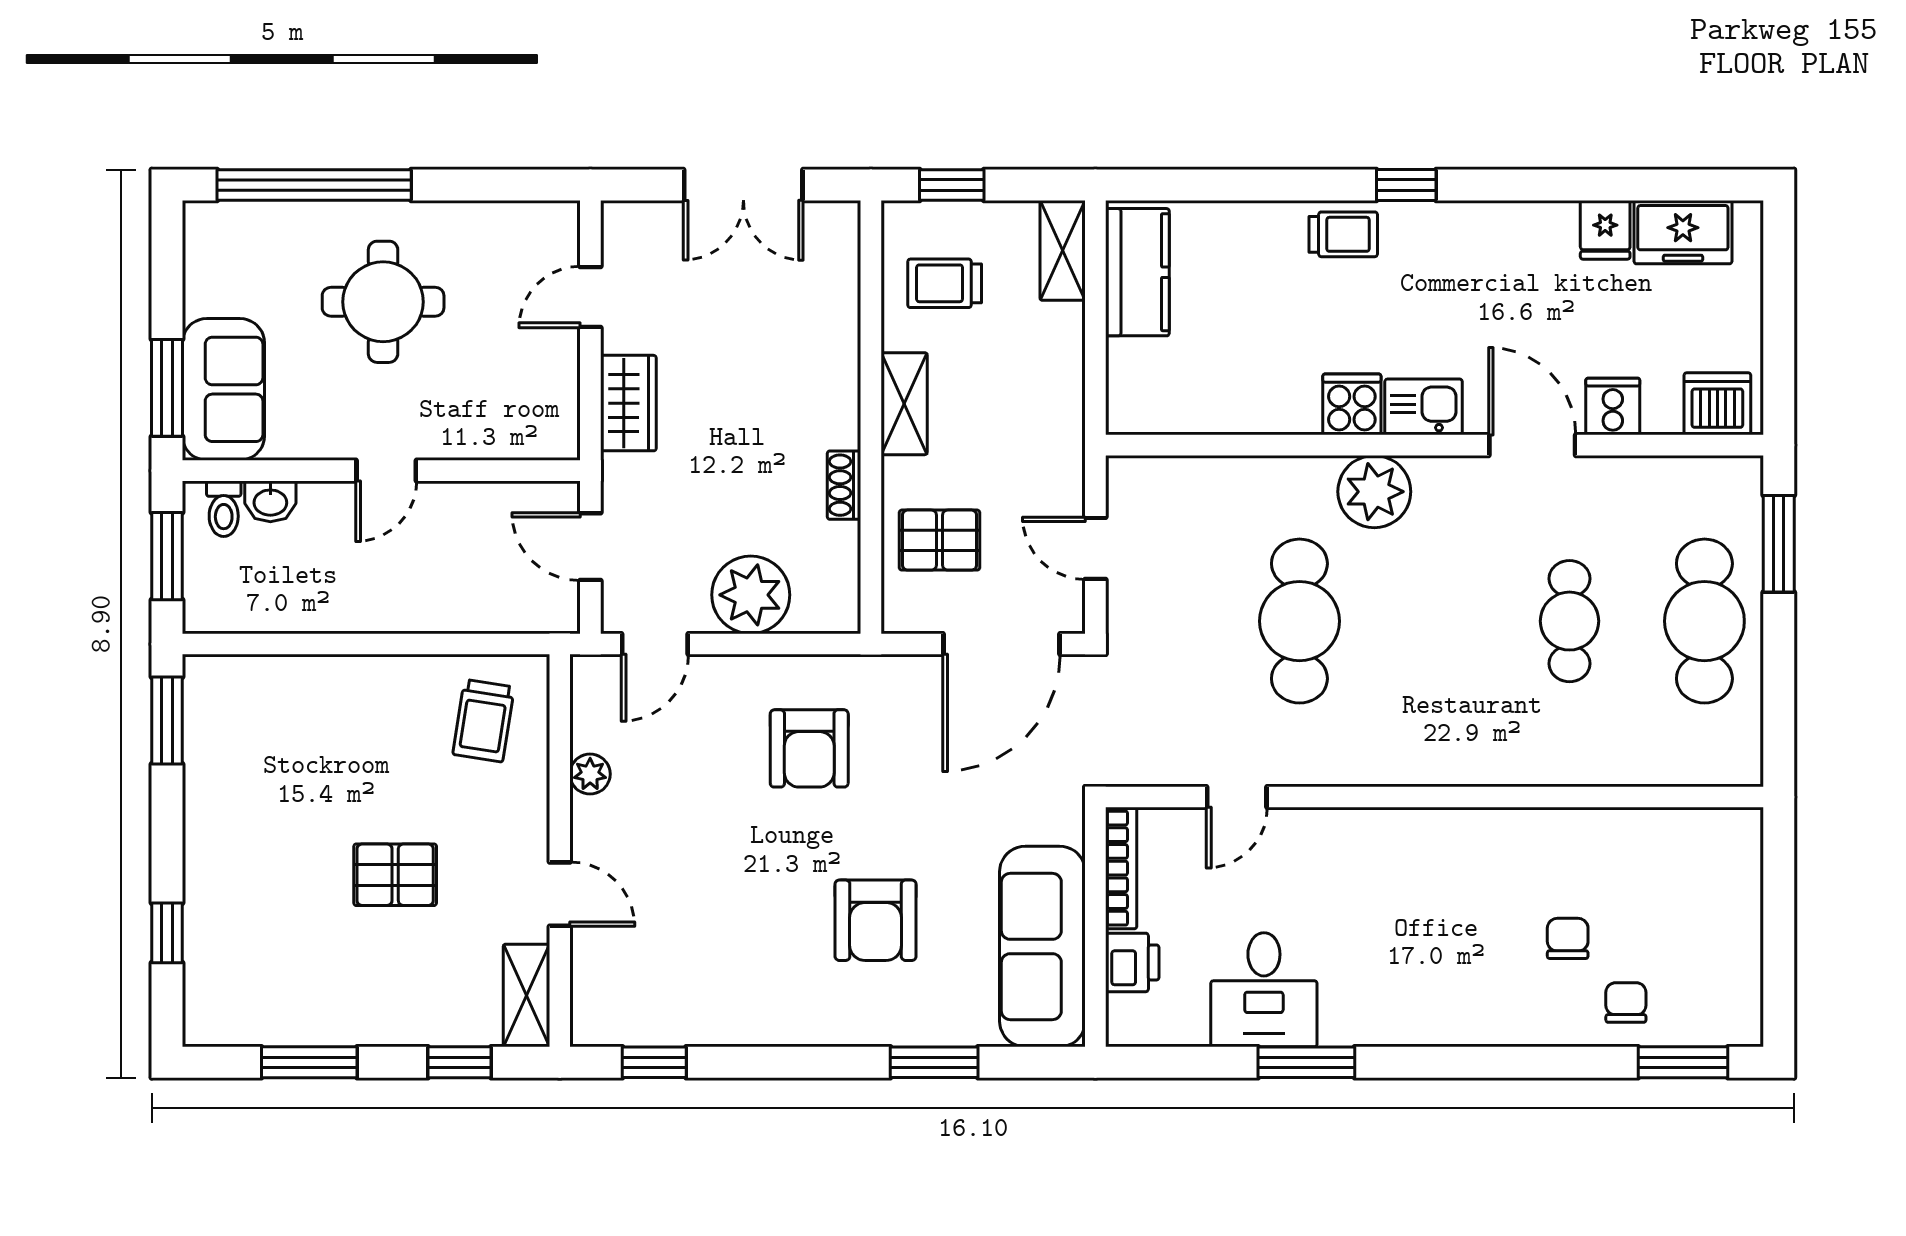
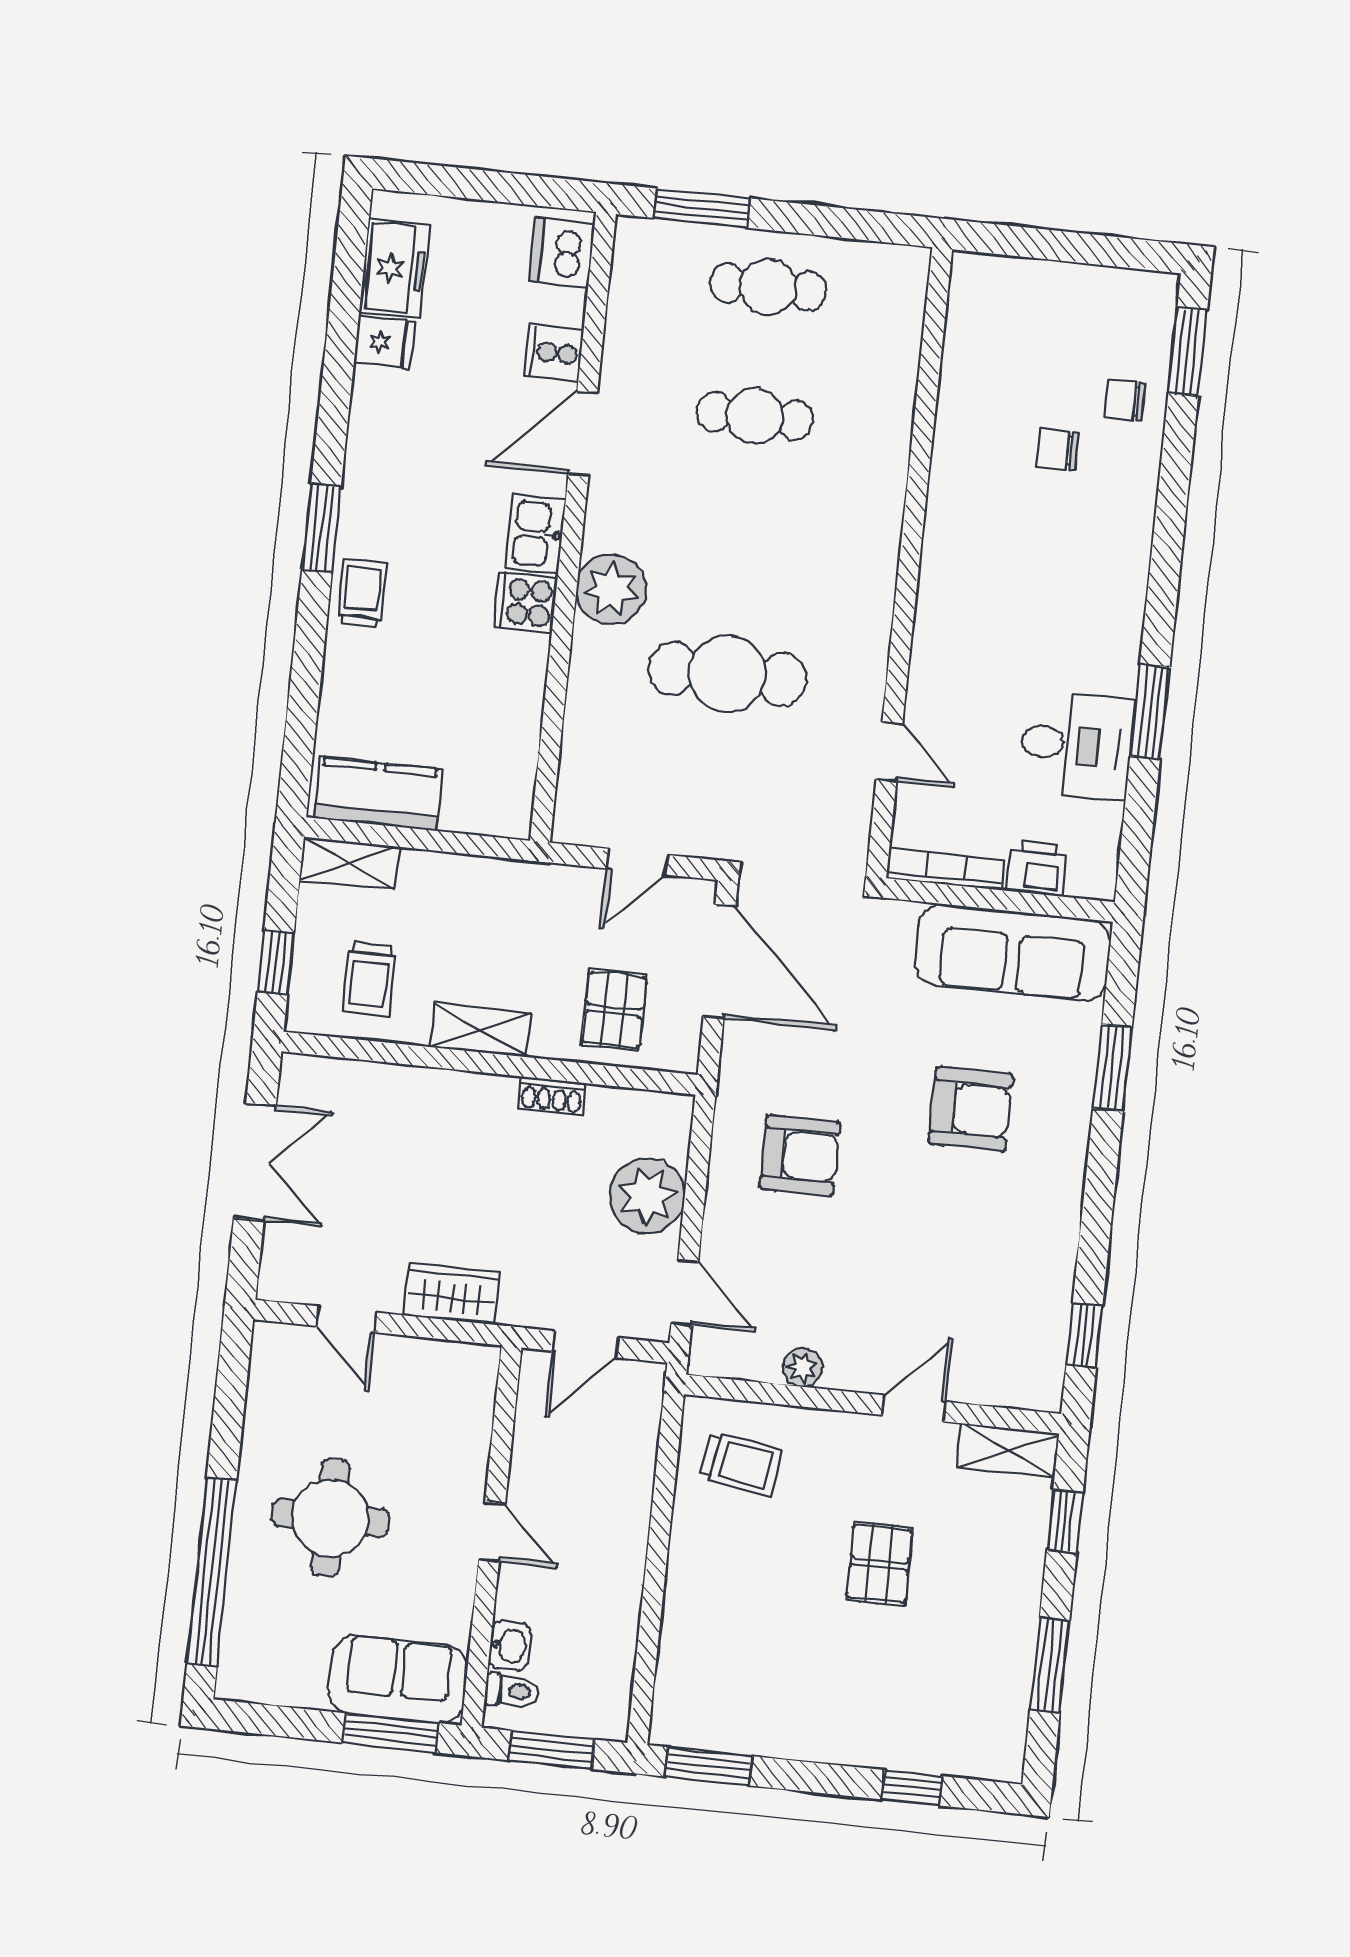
window: (1406, 185) -> (321, 528), width x1.50
cafe table: (1704, 621) -> (768, 287), width x0.73, depth x0.74

